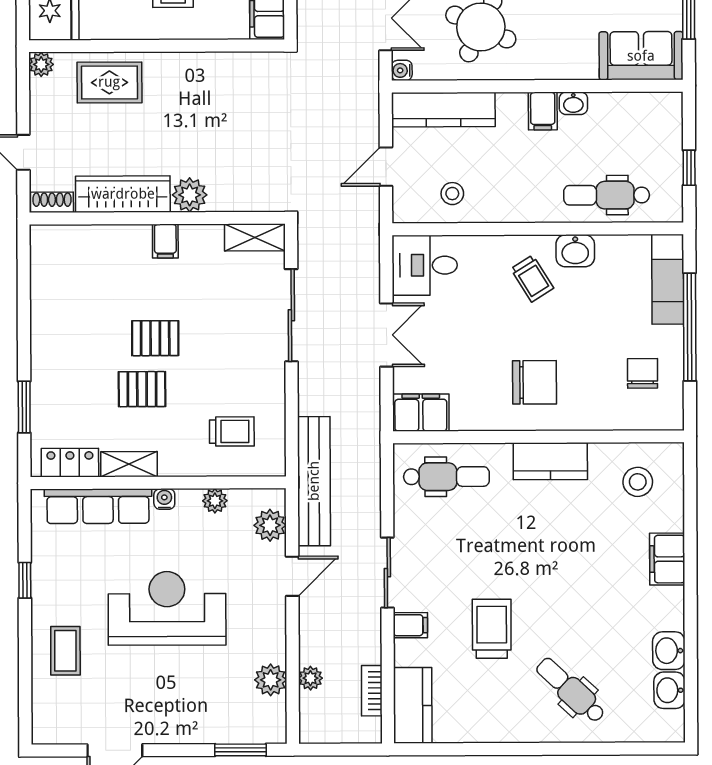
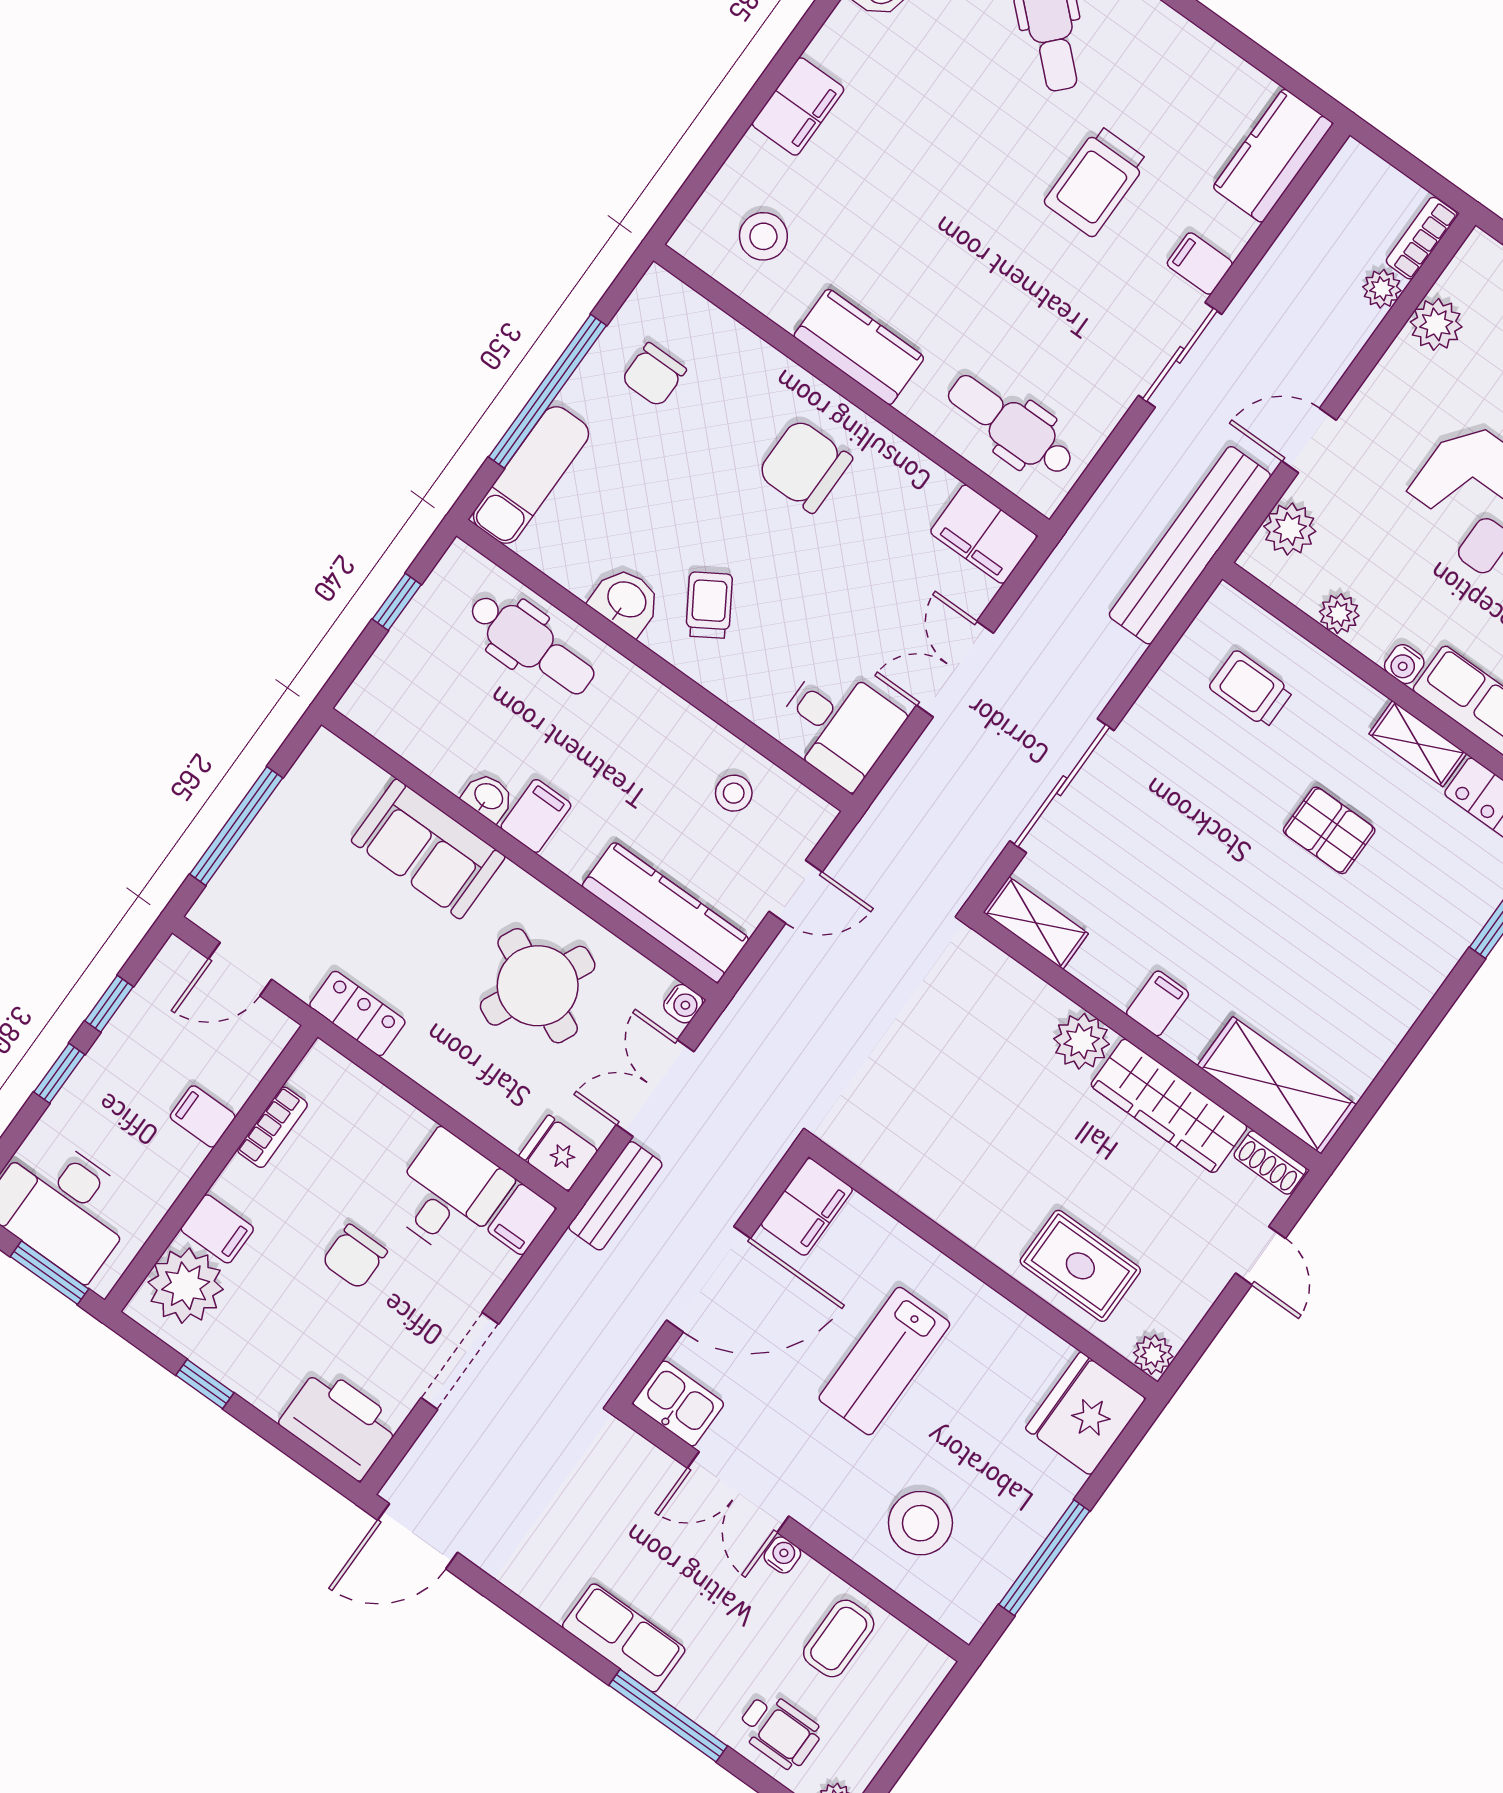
sofa: (641, 56) -> (428, 849), moved
shelving: (76, 243) -> (1277, 1085), added
pallet: (155, 338) -> (1263, 885), removed
bookcase: (372, 691) -> (1422, 238), moved, turned 180

